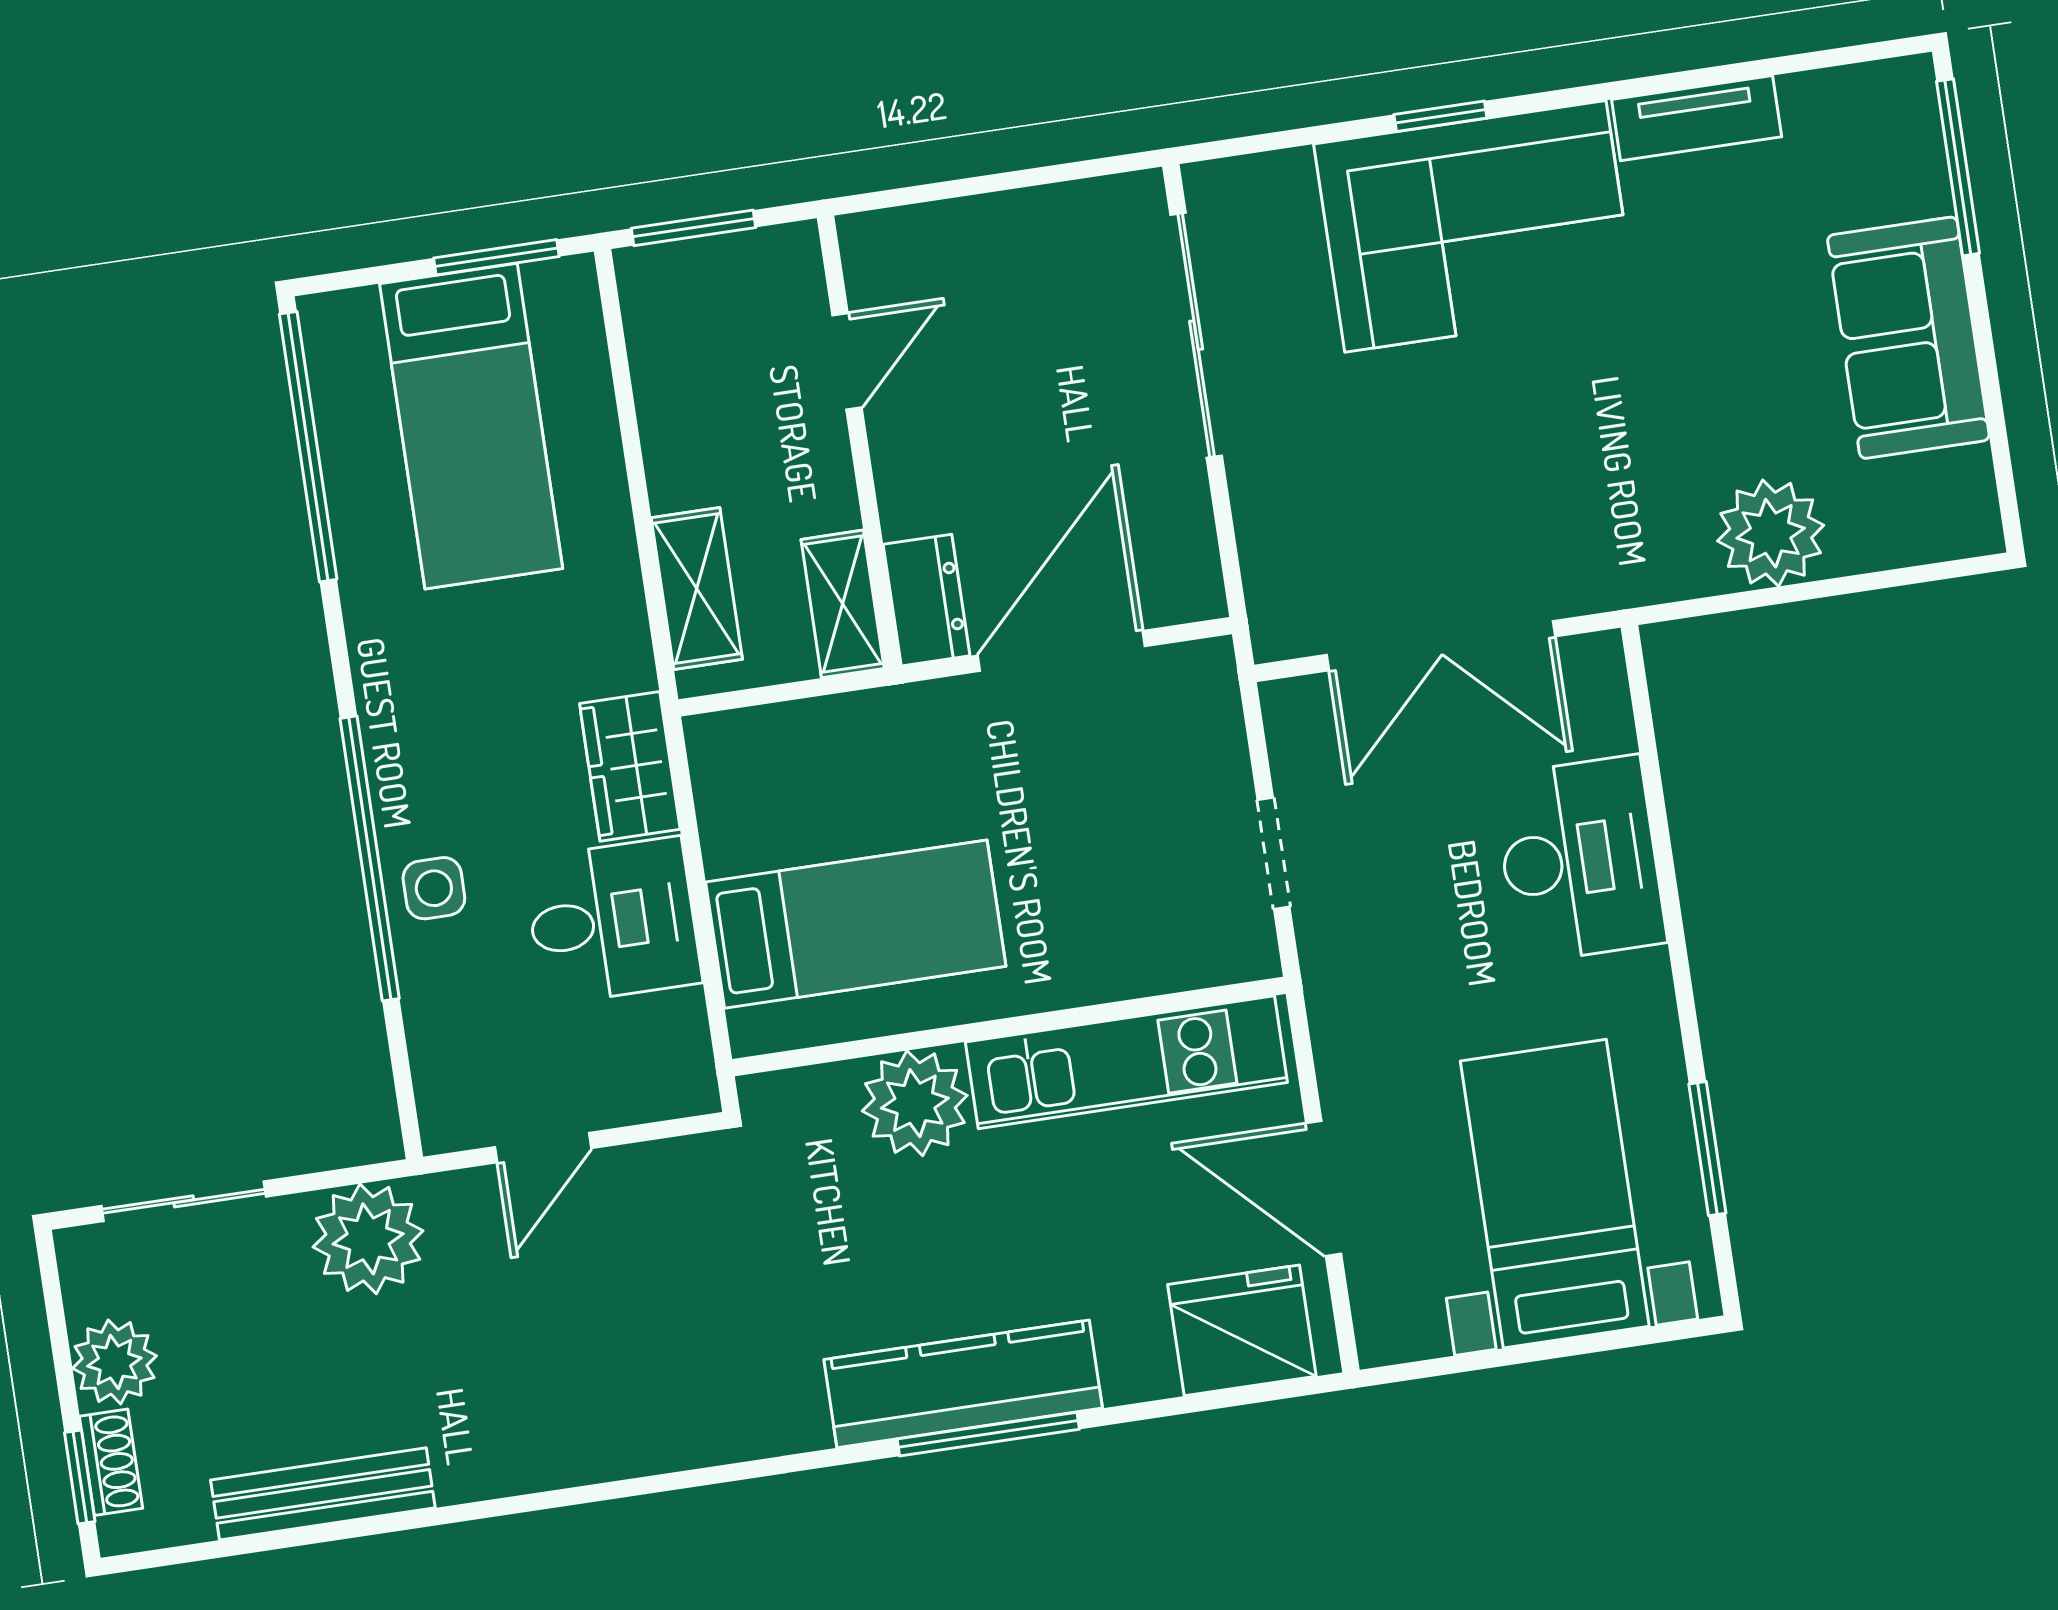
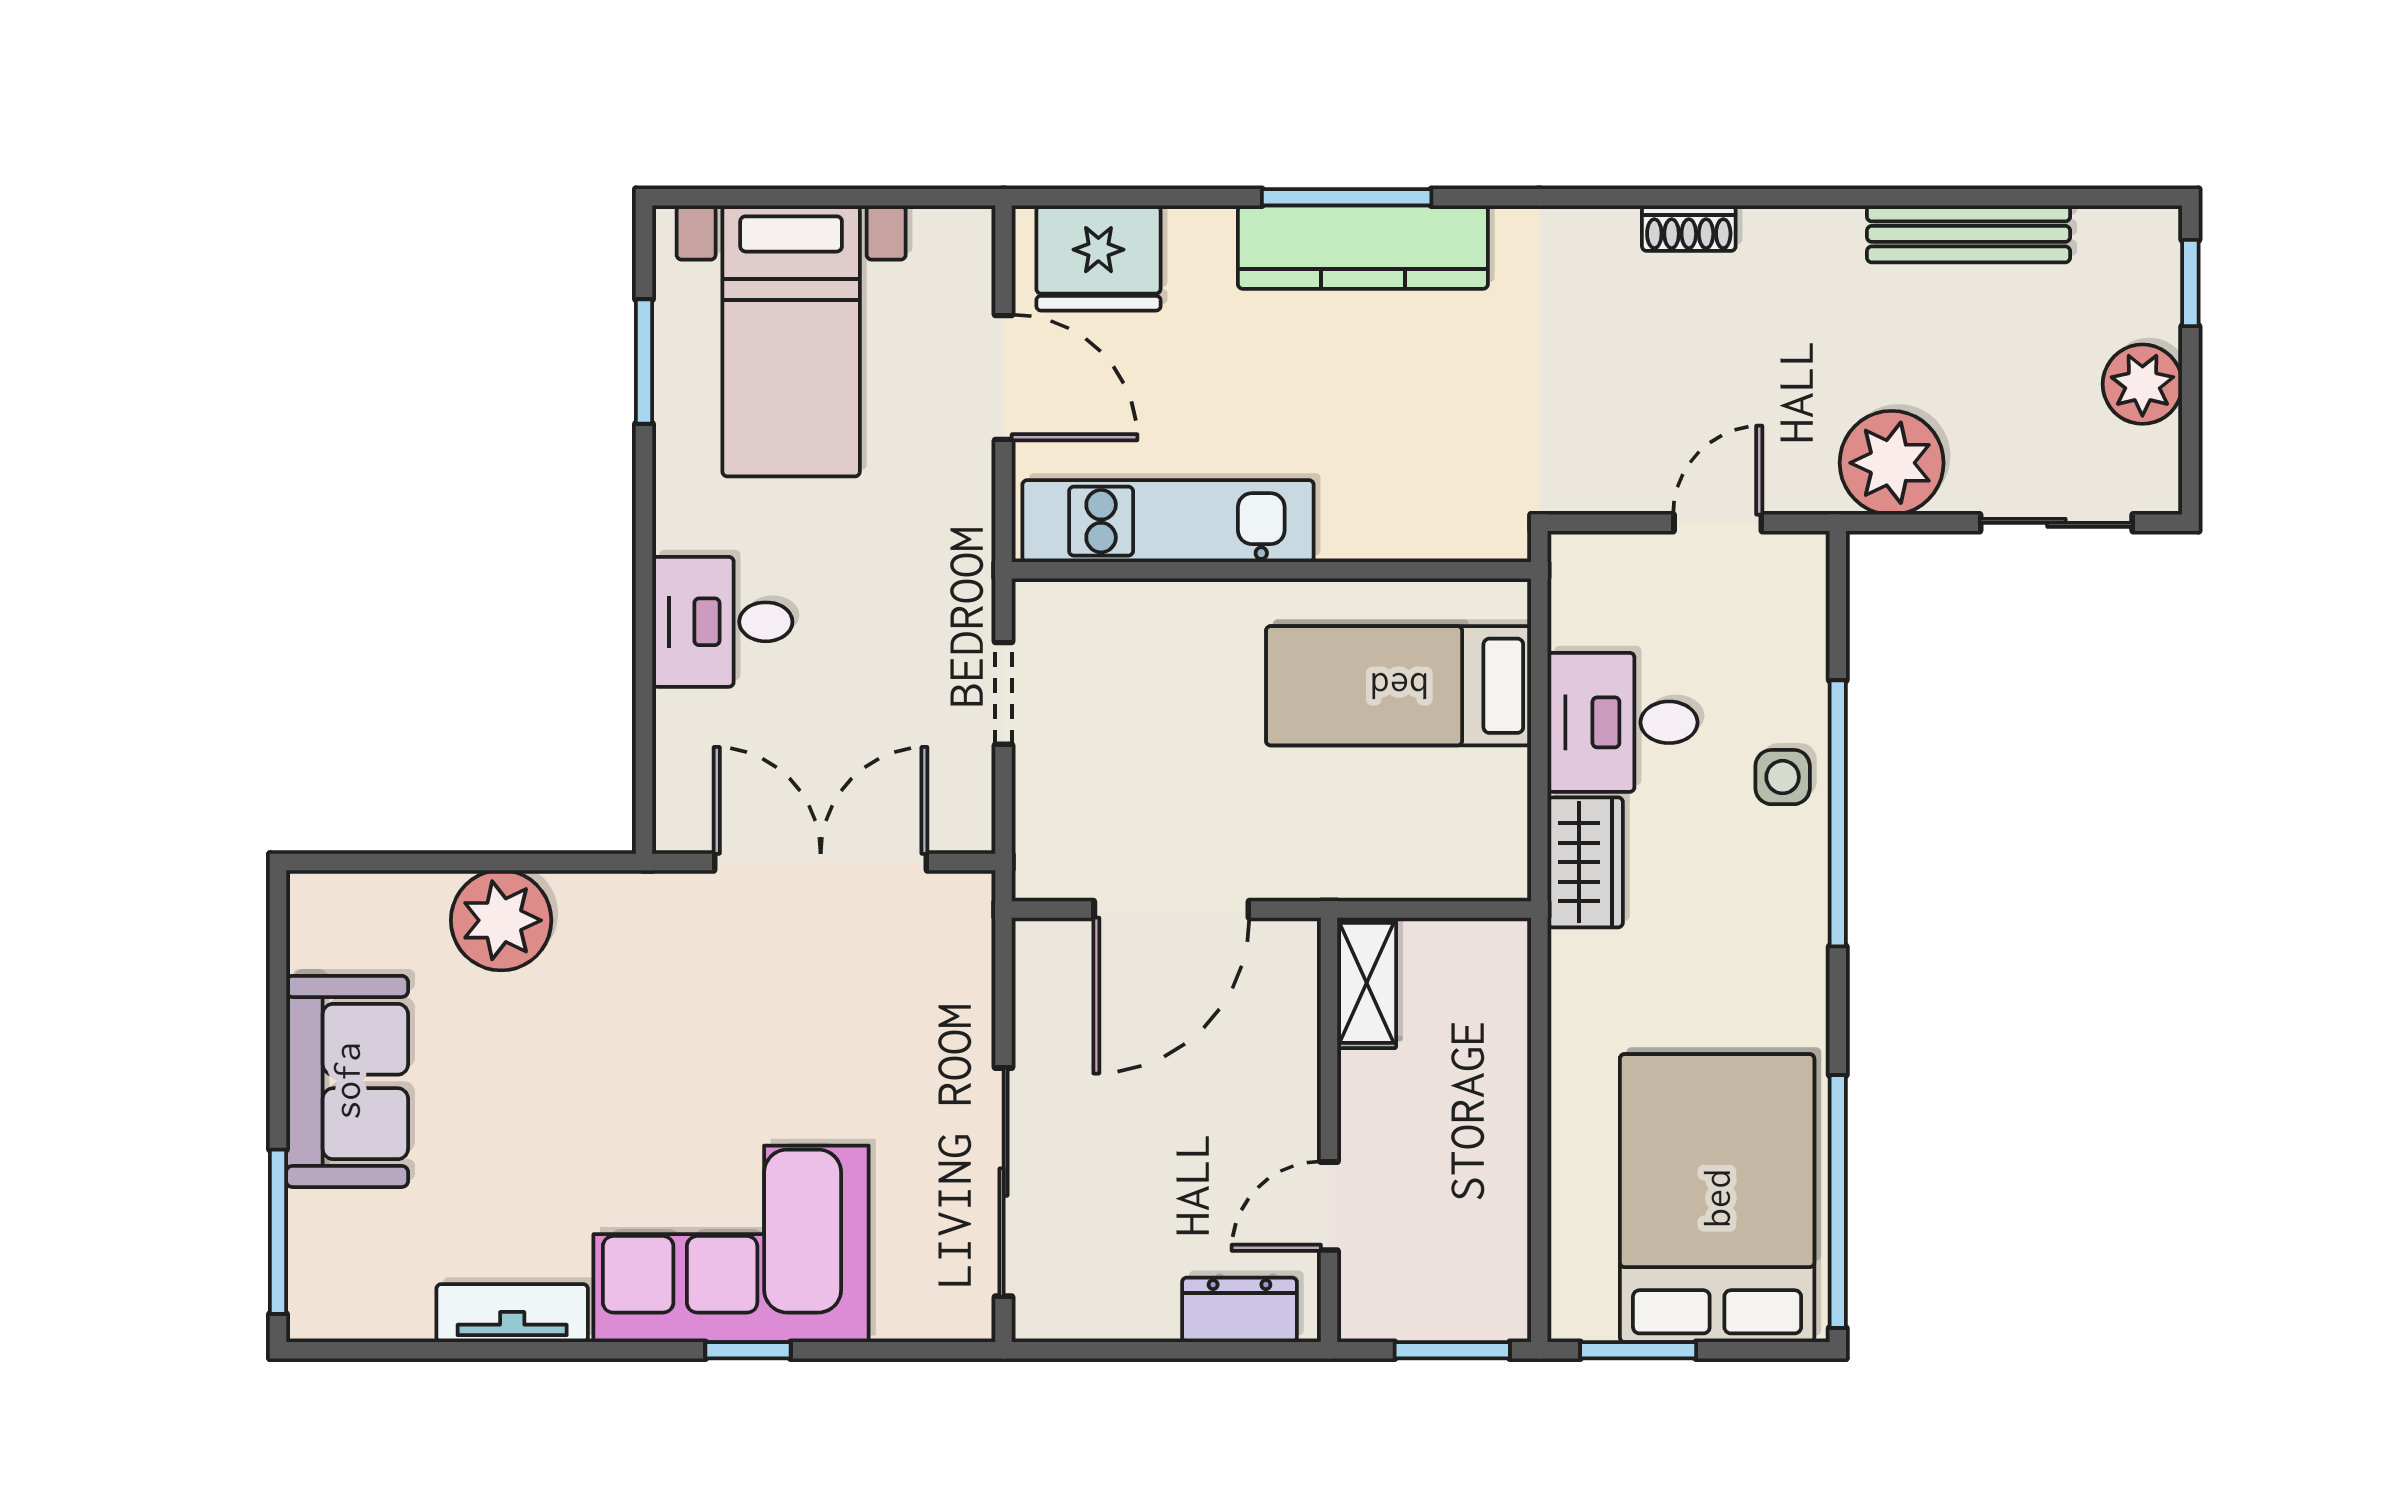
bed: (471, 426) -> (1717, 1198), width x1.50
shelving: (697, 589) -> (1499, 1017), removed
dresser: (927, 600) -> (1239, 1310), moved, turned 90
desk: (1579, 859) -> (722, 622), width x0.73
plant: (915, 1103) -> (1369, 513), removed
shoe rack: (111, 1462) -> (1689, 228), moved, turned -90

